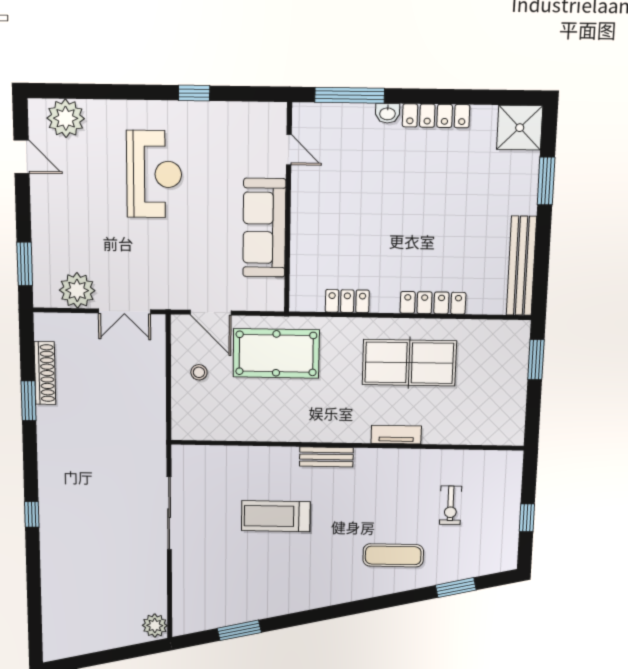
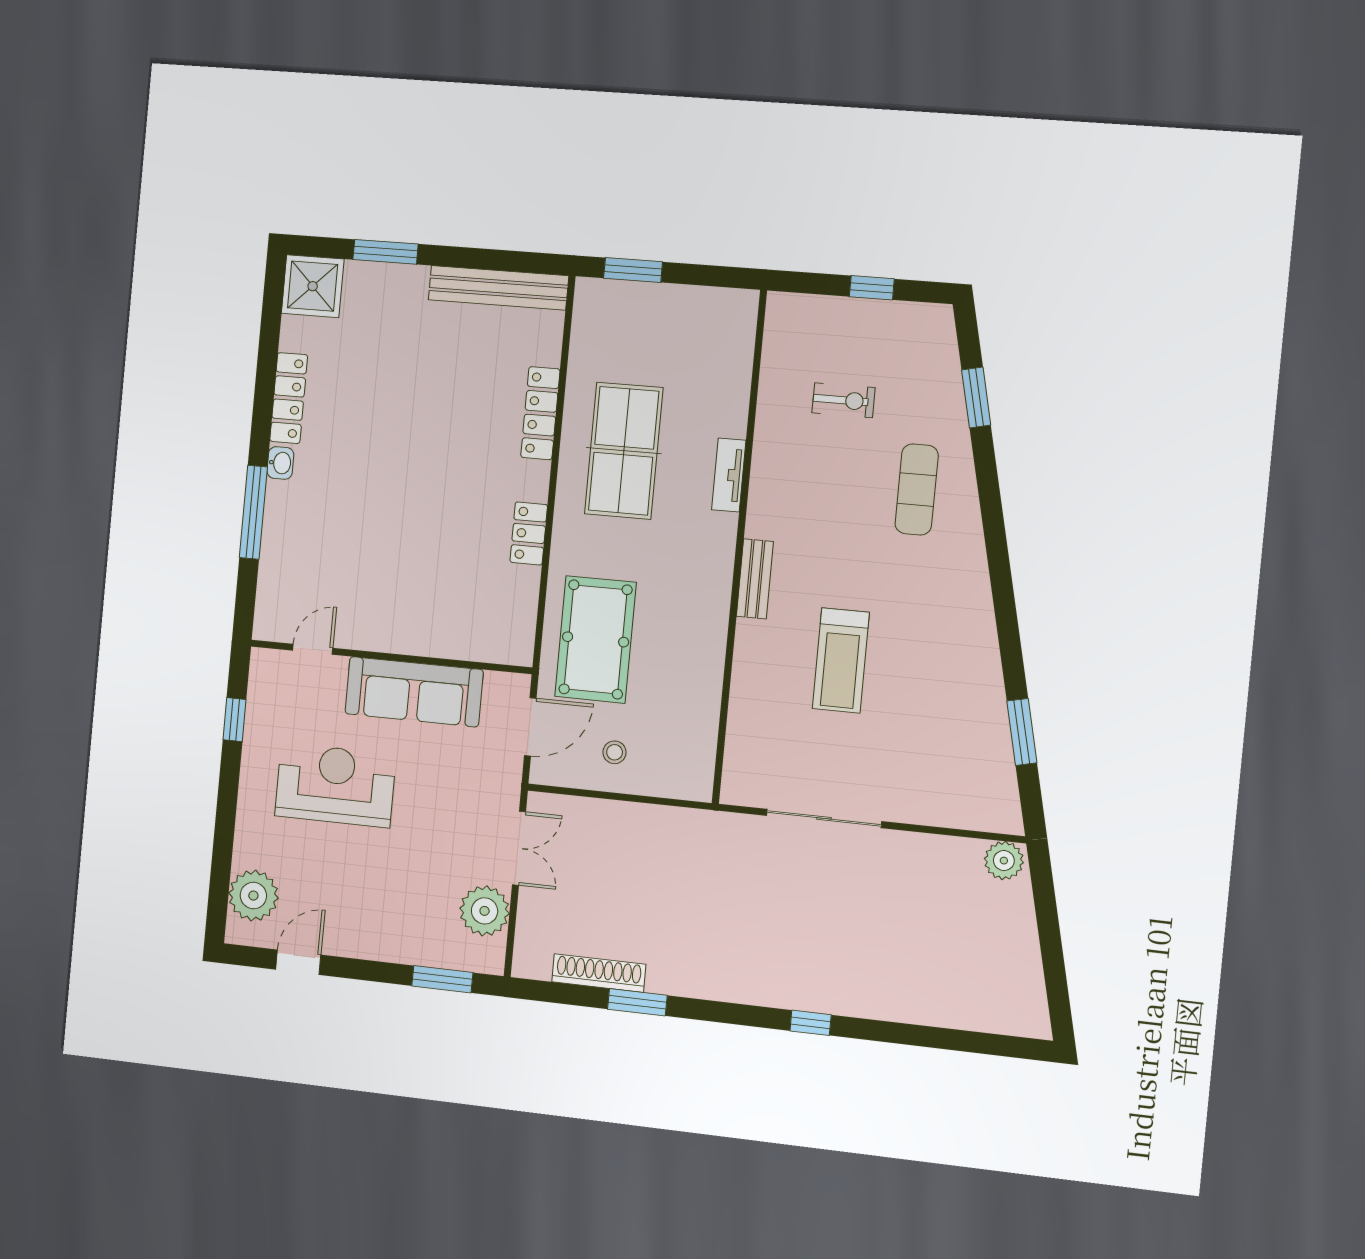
door: (289, 150) -> (313, 649), moved
wall: (288, 209) -> (390, 657), moved
sofa: (264, 228) -> (414, 692), moved

